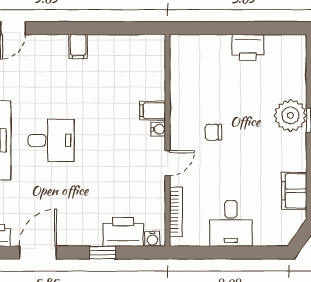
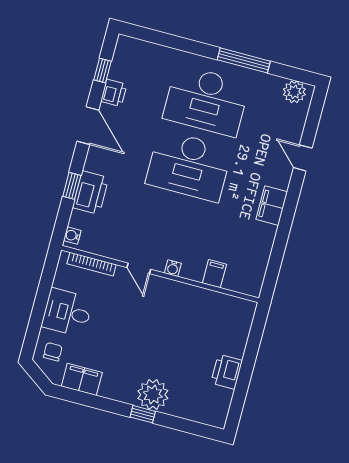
filing cabinet: (78, 47) -> (272, 206), width x2.00
filing cabinet: (153, 111) -> (214, 274), moved
chair: (213, 132) -> (53, 352), moved
desk: (51, 140) -> (189, 166), width x1.87, depth x1.30
printer: (123, 232) -> (91, 193), moved

